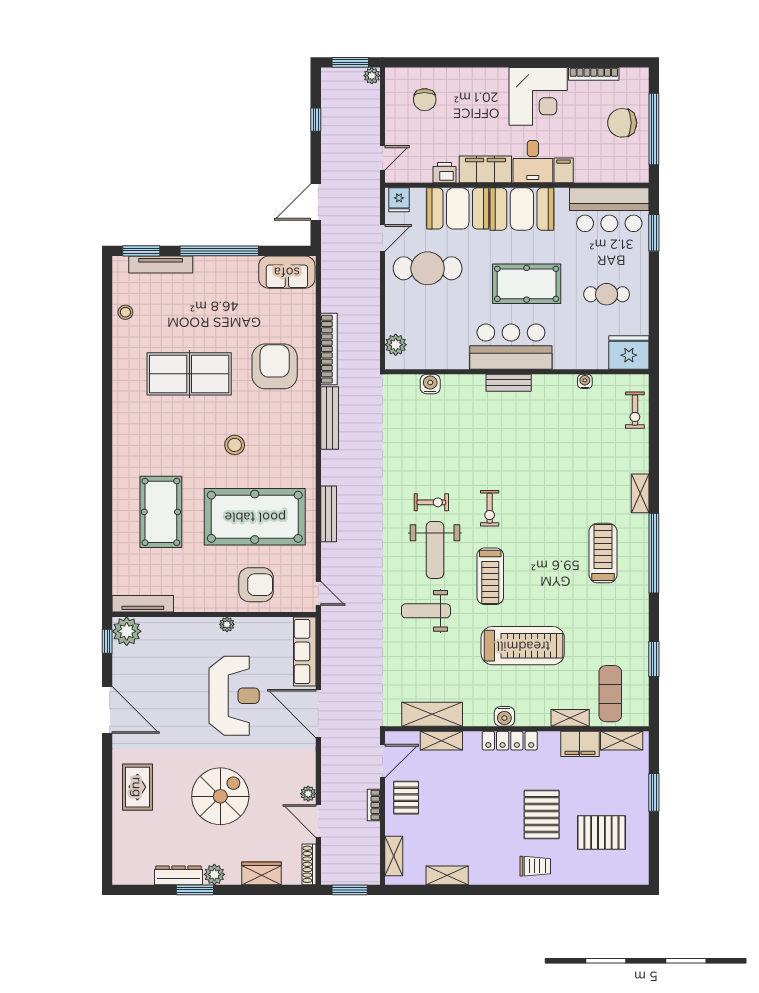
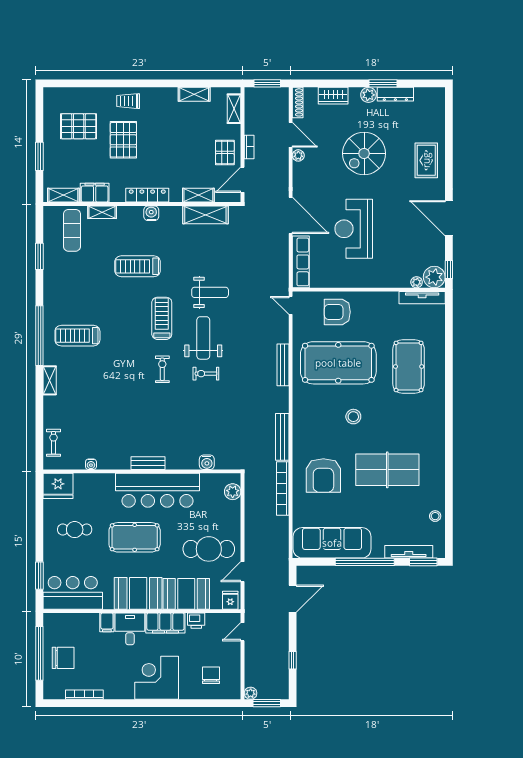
corner desk: (538, 96) -> (157, 678), moved
sofa: (287, 272) -> (332, 543), width x1.85, depth x1.27
bar counter: (511, 347) -> (158, 490), width x1.36
treadmill: (603, 553) -> (77, 336), turned 90
plant: (227, 624) -> (417, 282), moved
treadmill: (523, 646) -> (138, 266), width x0.73, depth x0.73

